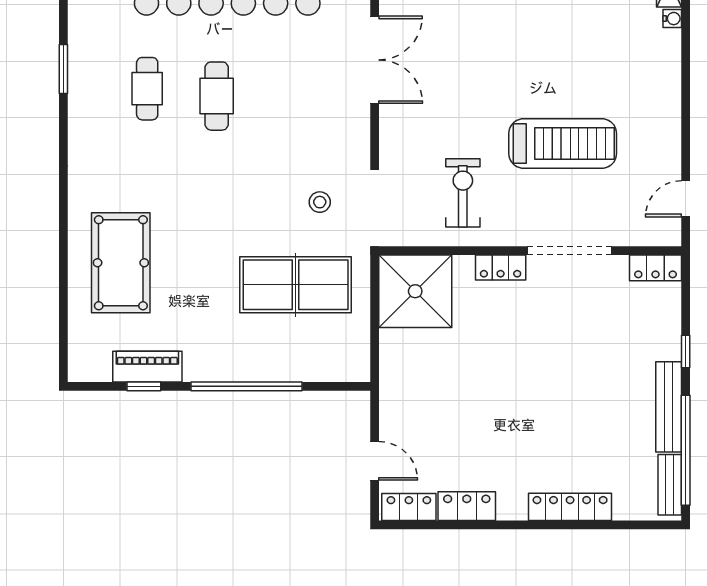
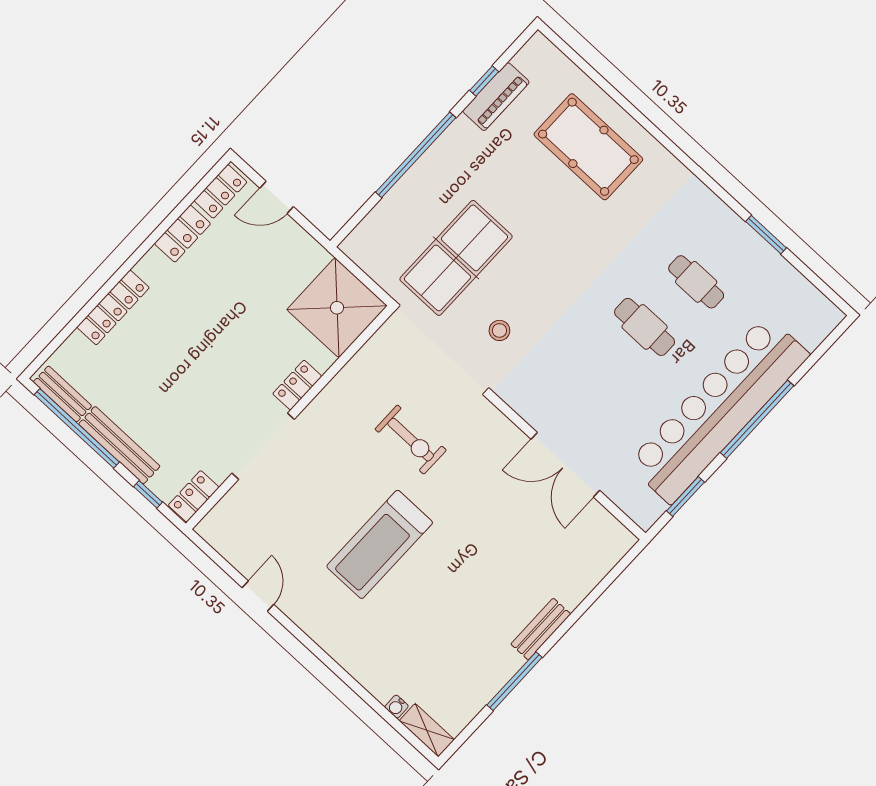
wall: (530, 251) -> (290, 418), moved
doorway: (570, 251) -> (263, 446), moved
locker: (501, 267) -> (297, 385), moved
locker: (655, 268) -> (194, 496), moved
shower: (415, 291) -> (337, 308), moved

